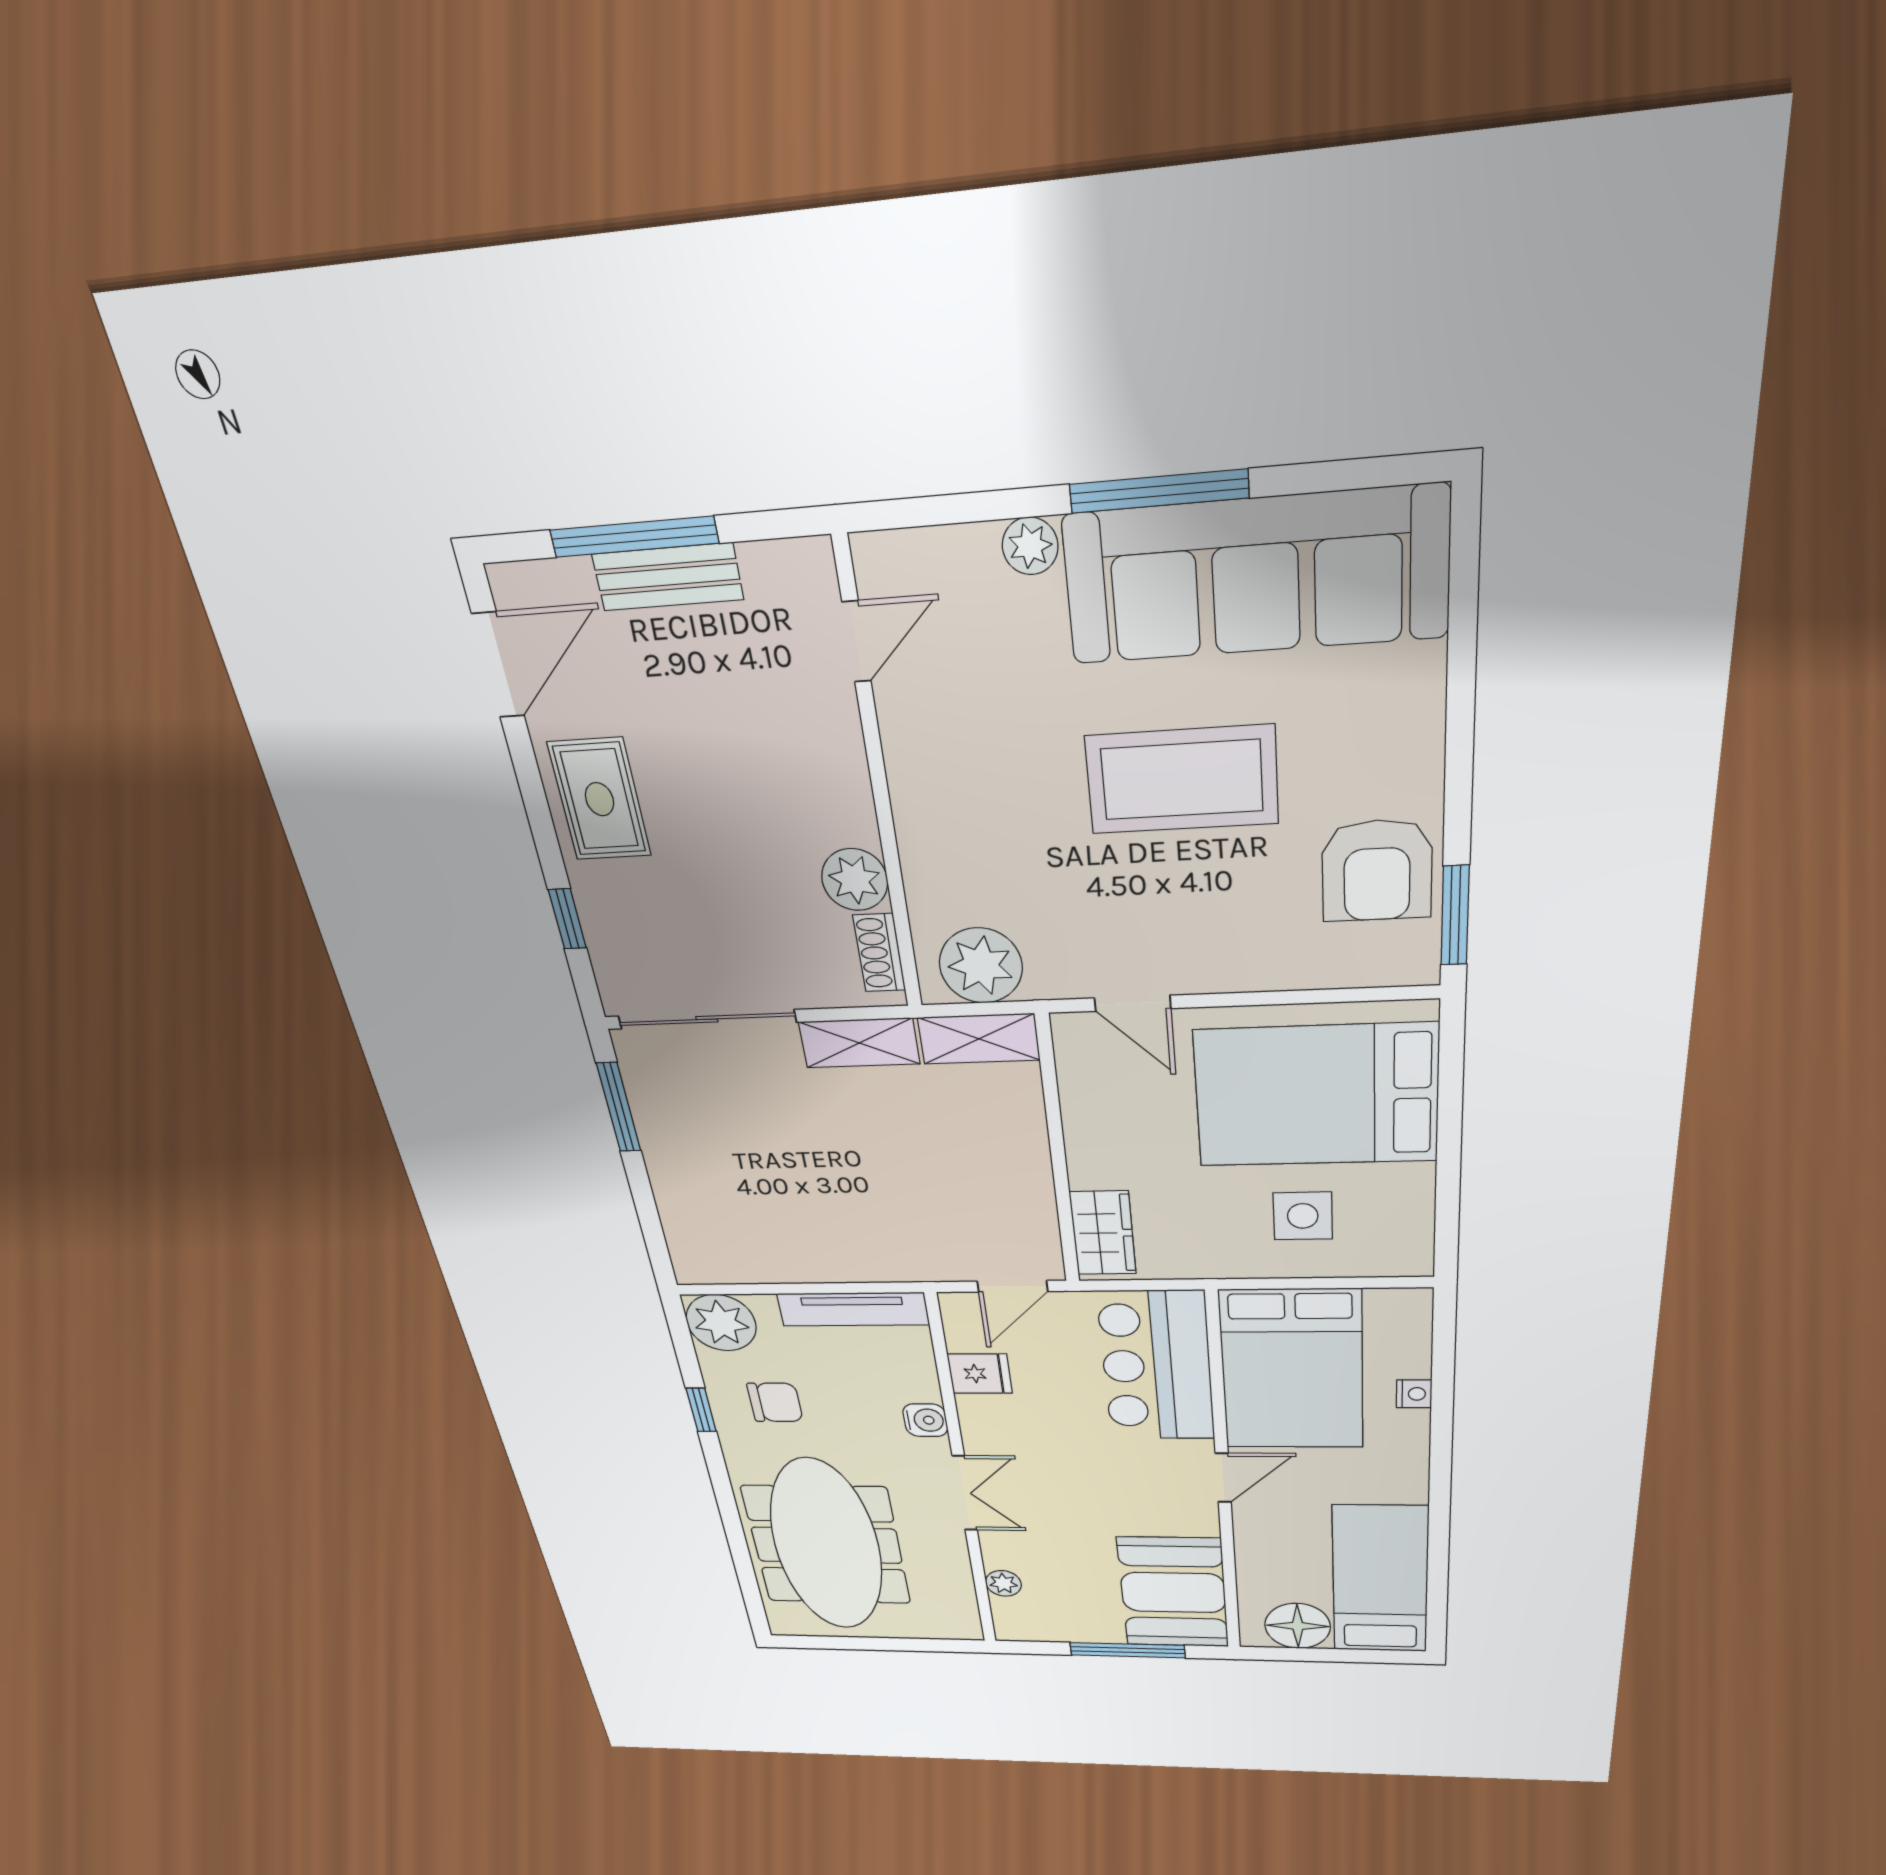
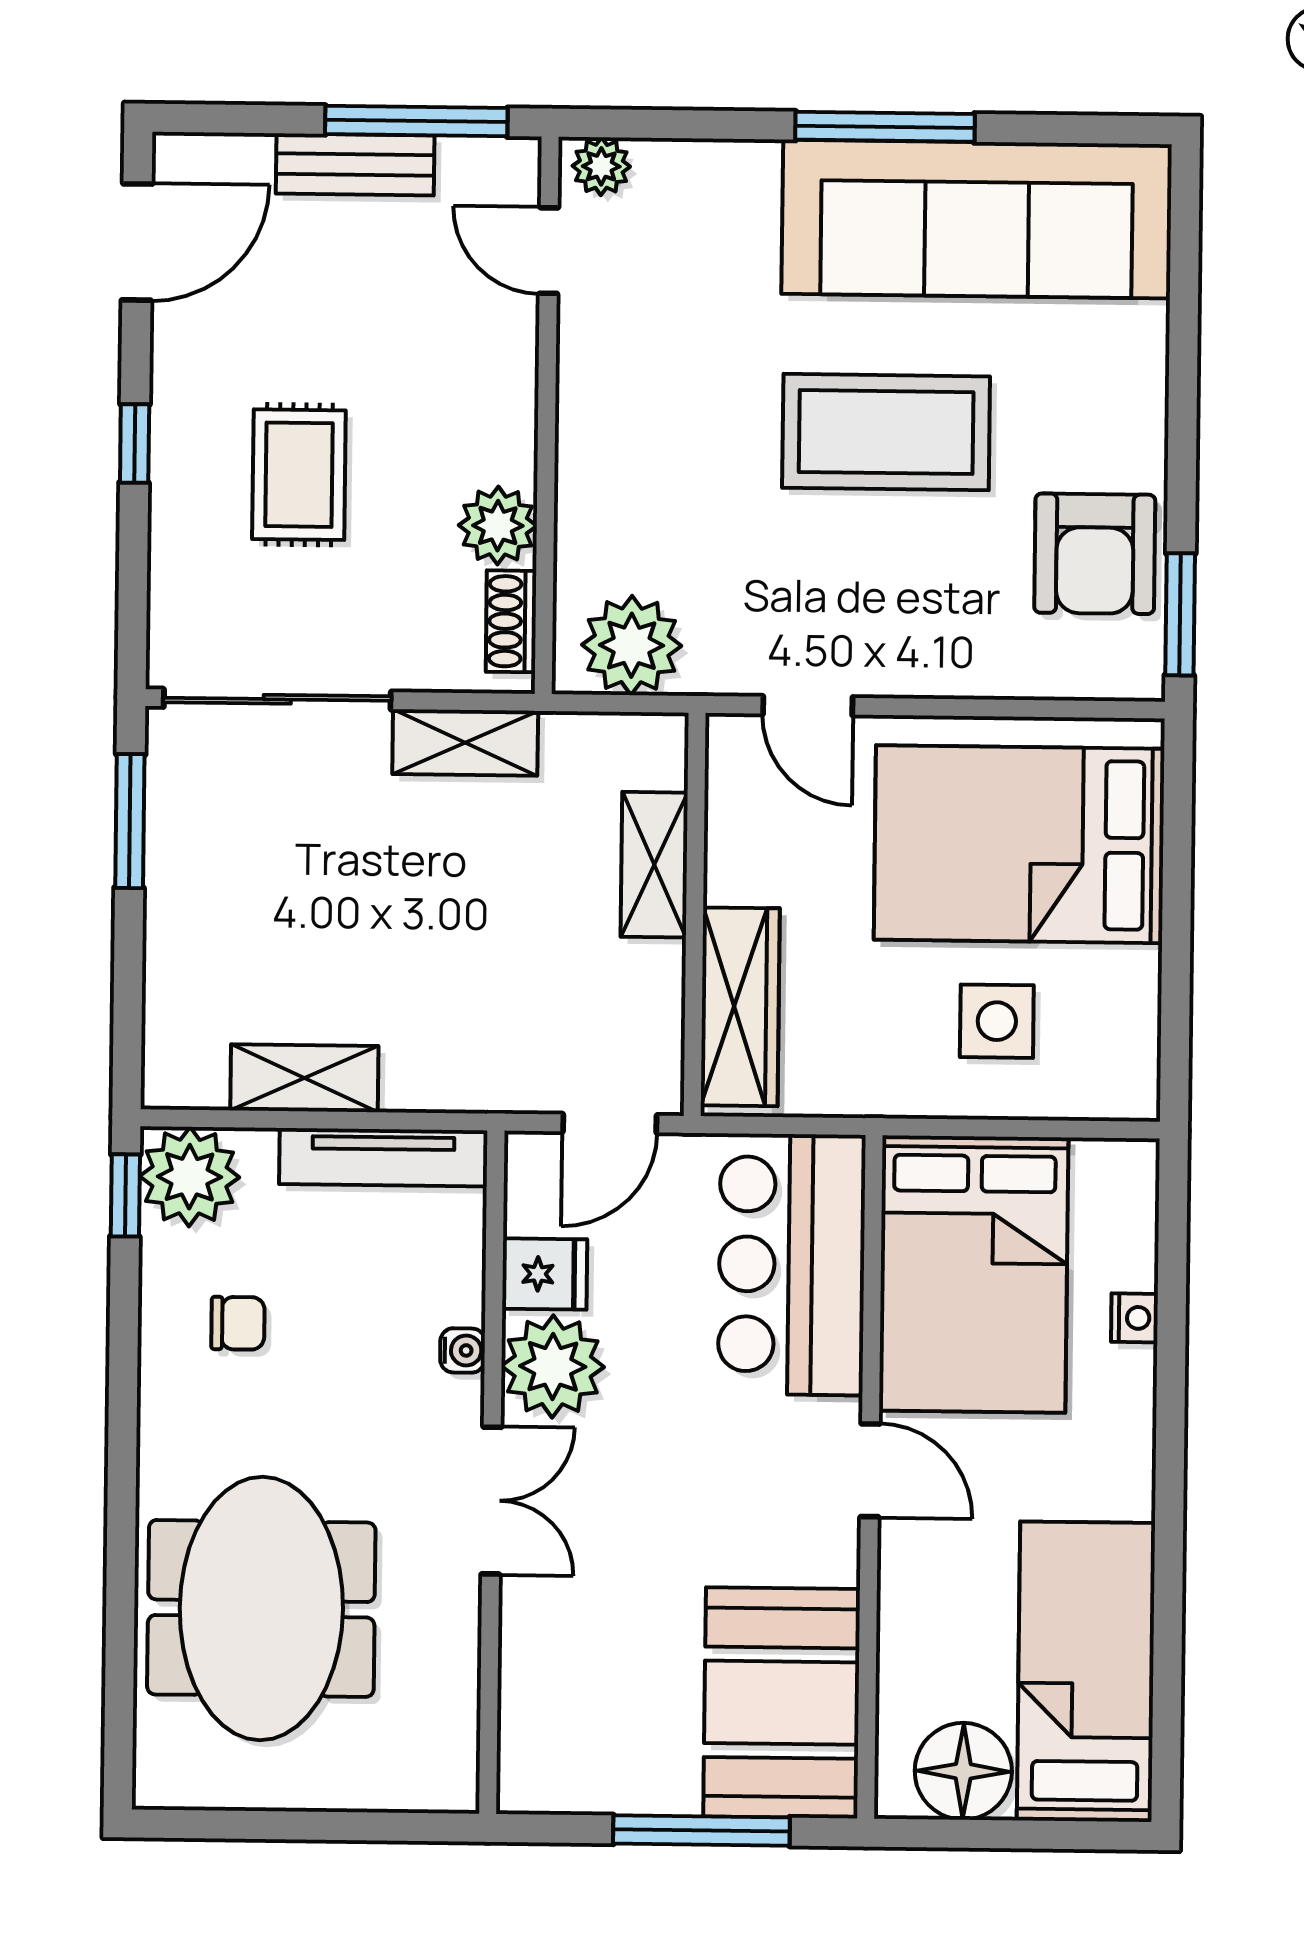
window: (634, 537) -> (416, 121), moved
plant: (1030, 546) -> (601, 166), moved
door: (857, 642) -> (549, 251), swing flipped
rug: (599, 799) -> (299, 475), moved
window: (567, 919) -> (135, 443), moved
shelving: (979, 1039) -> (654, 865), moved, turned 90
wardrobe: (1103, 1233) -> (740, 1007), width x1.50
shelving: (787, 1264) -> (304, 1078), added
chair: (775, 1402) -> (238, 1323), width x0.73, depth x0.73
window: (701, 1410) -> (125, 1195), moved
water cooler: (925, 1420) -> (463, 1350), width x0.72, depth x0.72
door: (1223, 1478) -> (870, 1470), hinge flipped
meeting table: (827, 1545) -> (261, 1608), width x0.73
plant: (1003, 1583) -> (553, 1366), moved, width x1.87, depth x1.87

